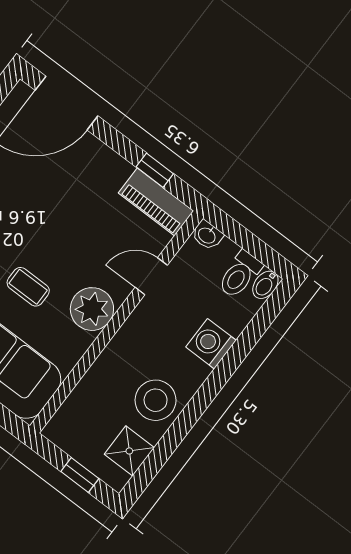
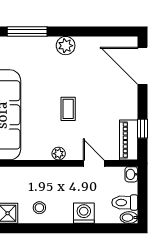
coffee table: (28, 287) -> (68, 109), moved
plant: (92, 309) -> (59, 154), width x0.53, depth x0.53
stool: (156, 400) -> (39, 208), width x0.53, depth x0.53

